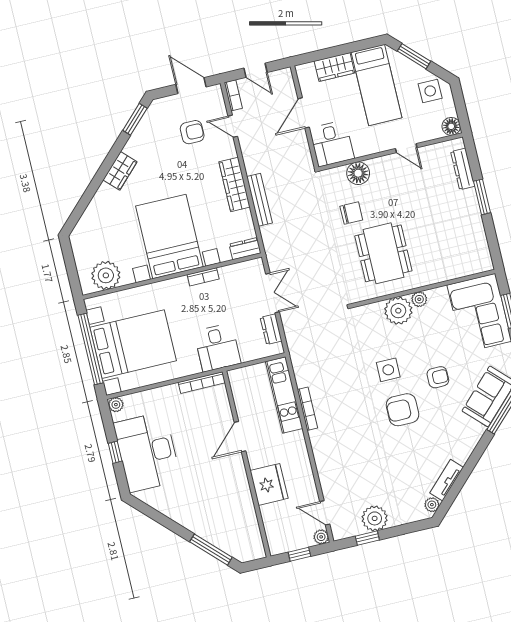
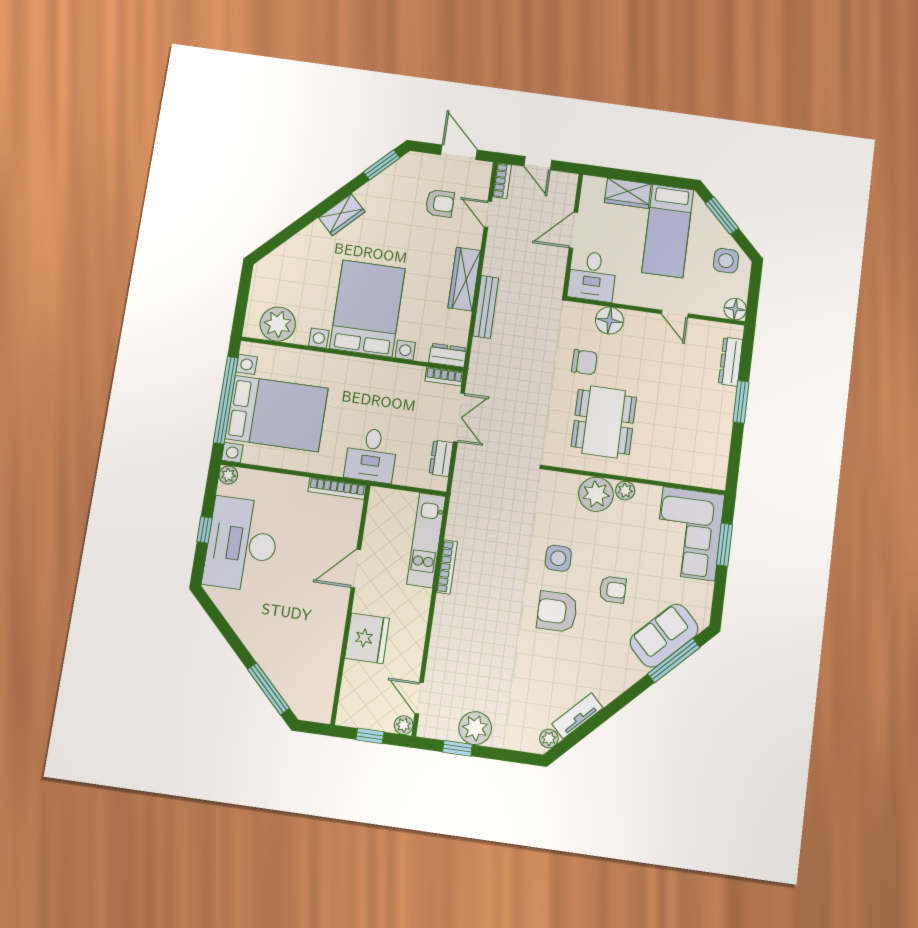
bookcase: (203, 277) -> (444, 376), moved

